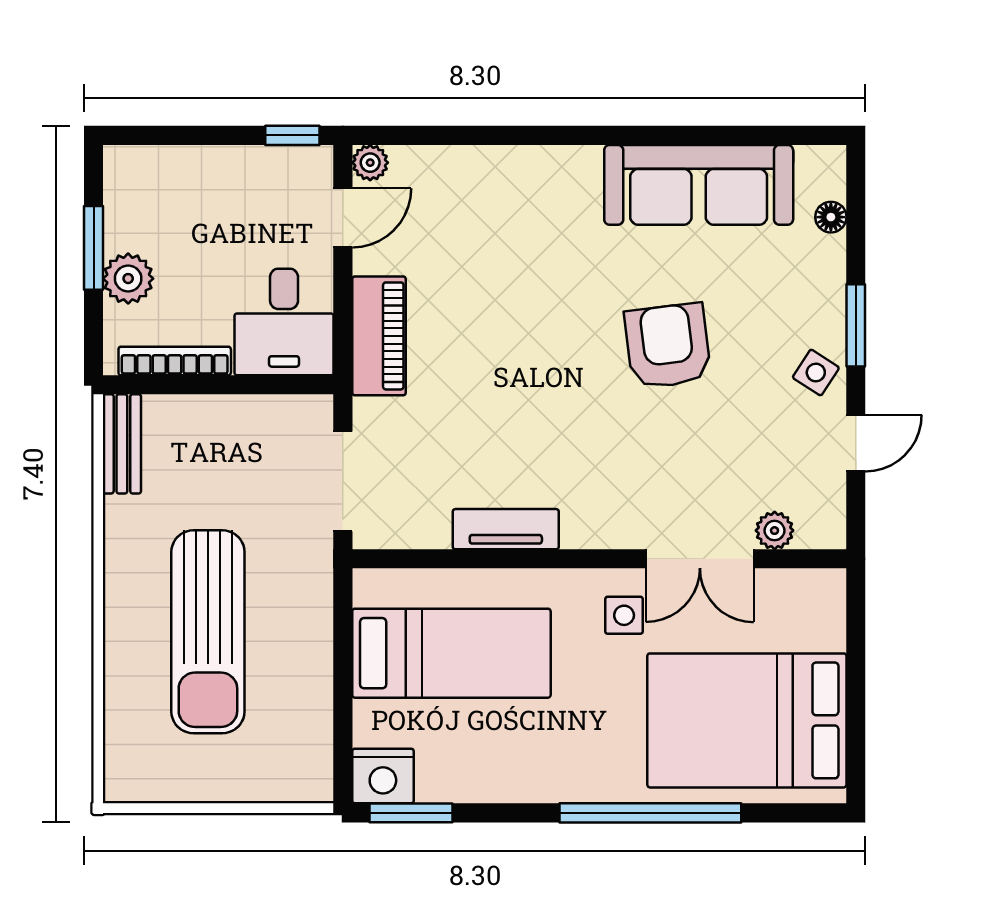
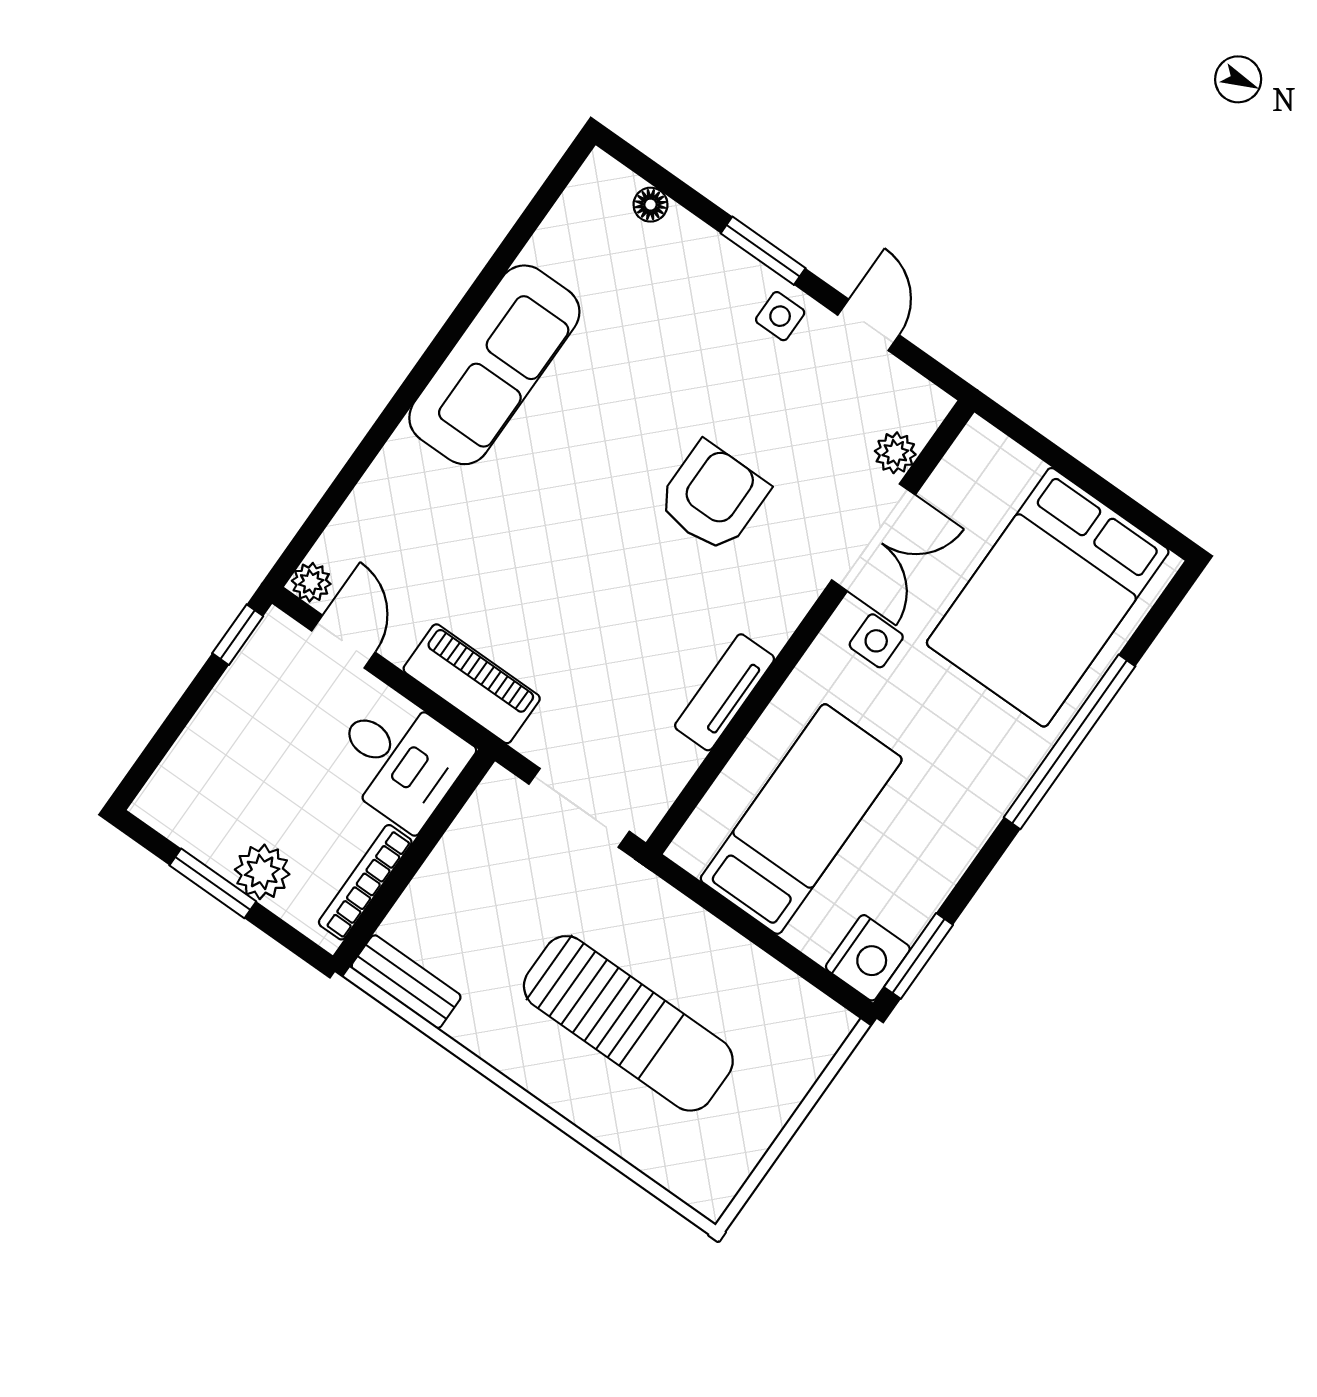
sofa: (699, 185) -> (494, 365), moved
armchair: (668, 346) -> (713, 497), moved, turned 97
side table: (816, 373) -> (780, 316), turned -33

